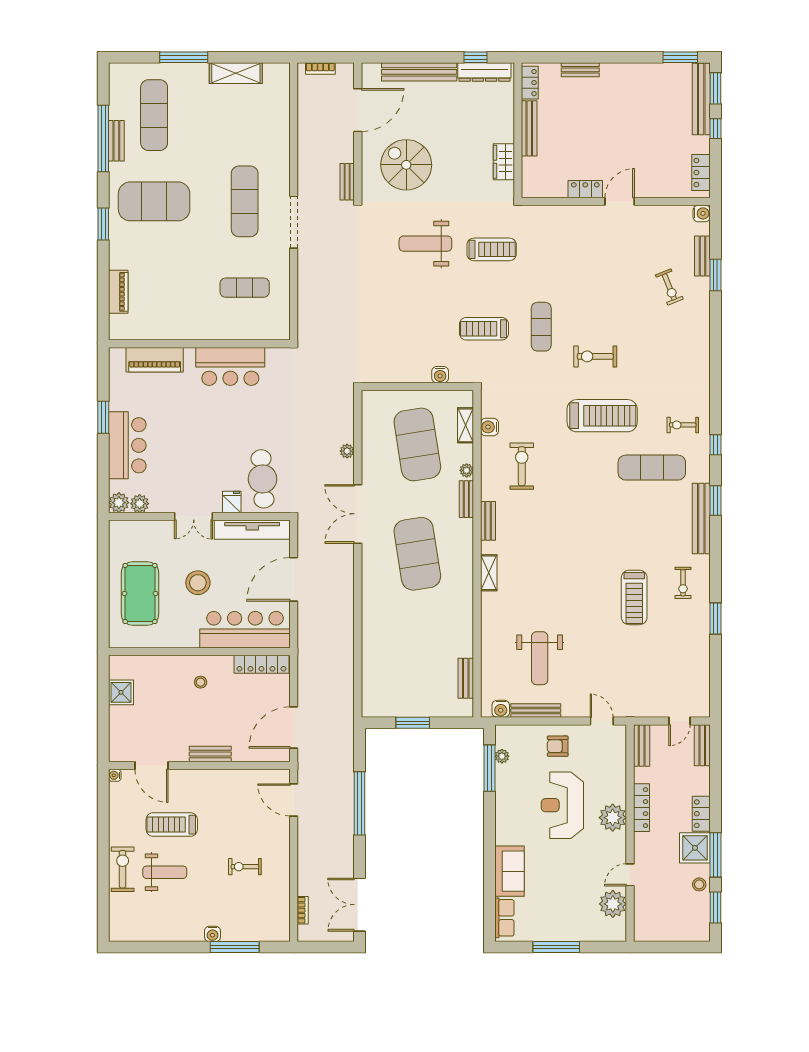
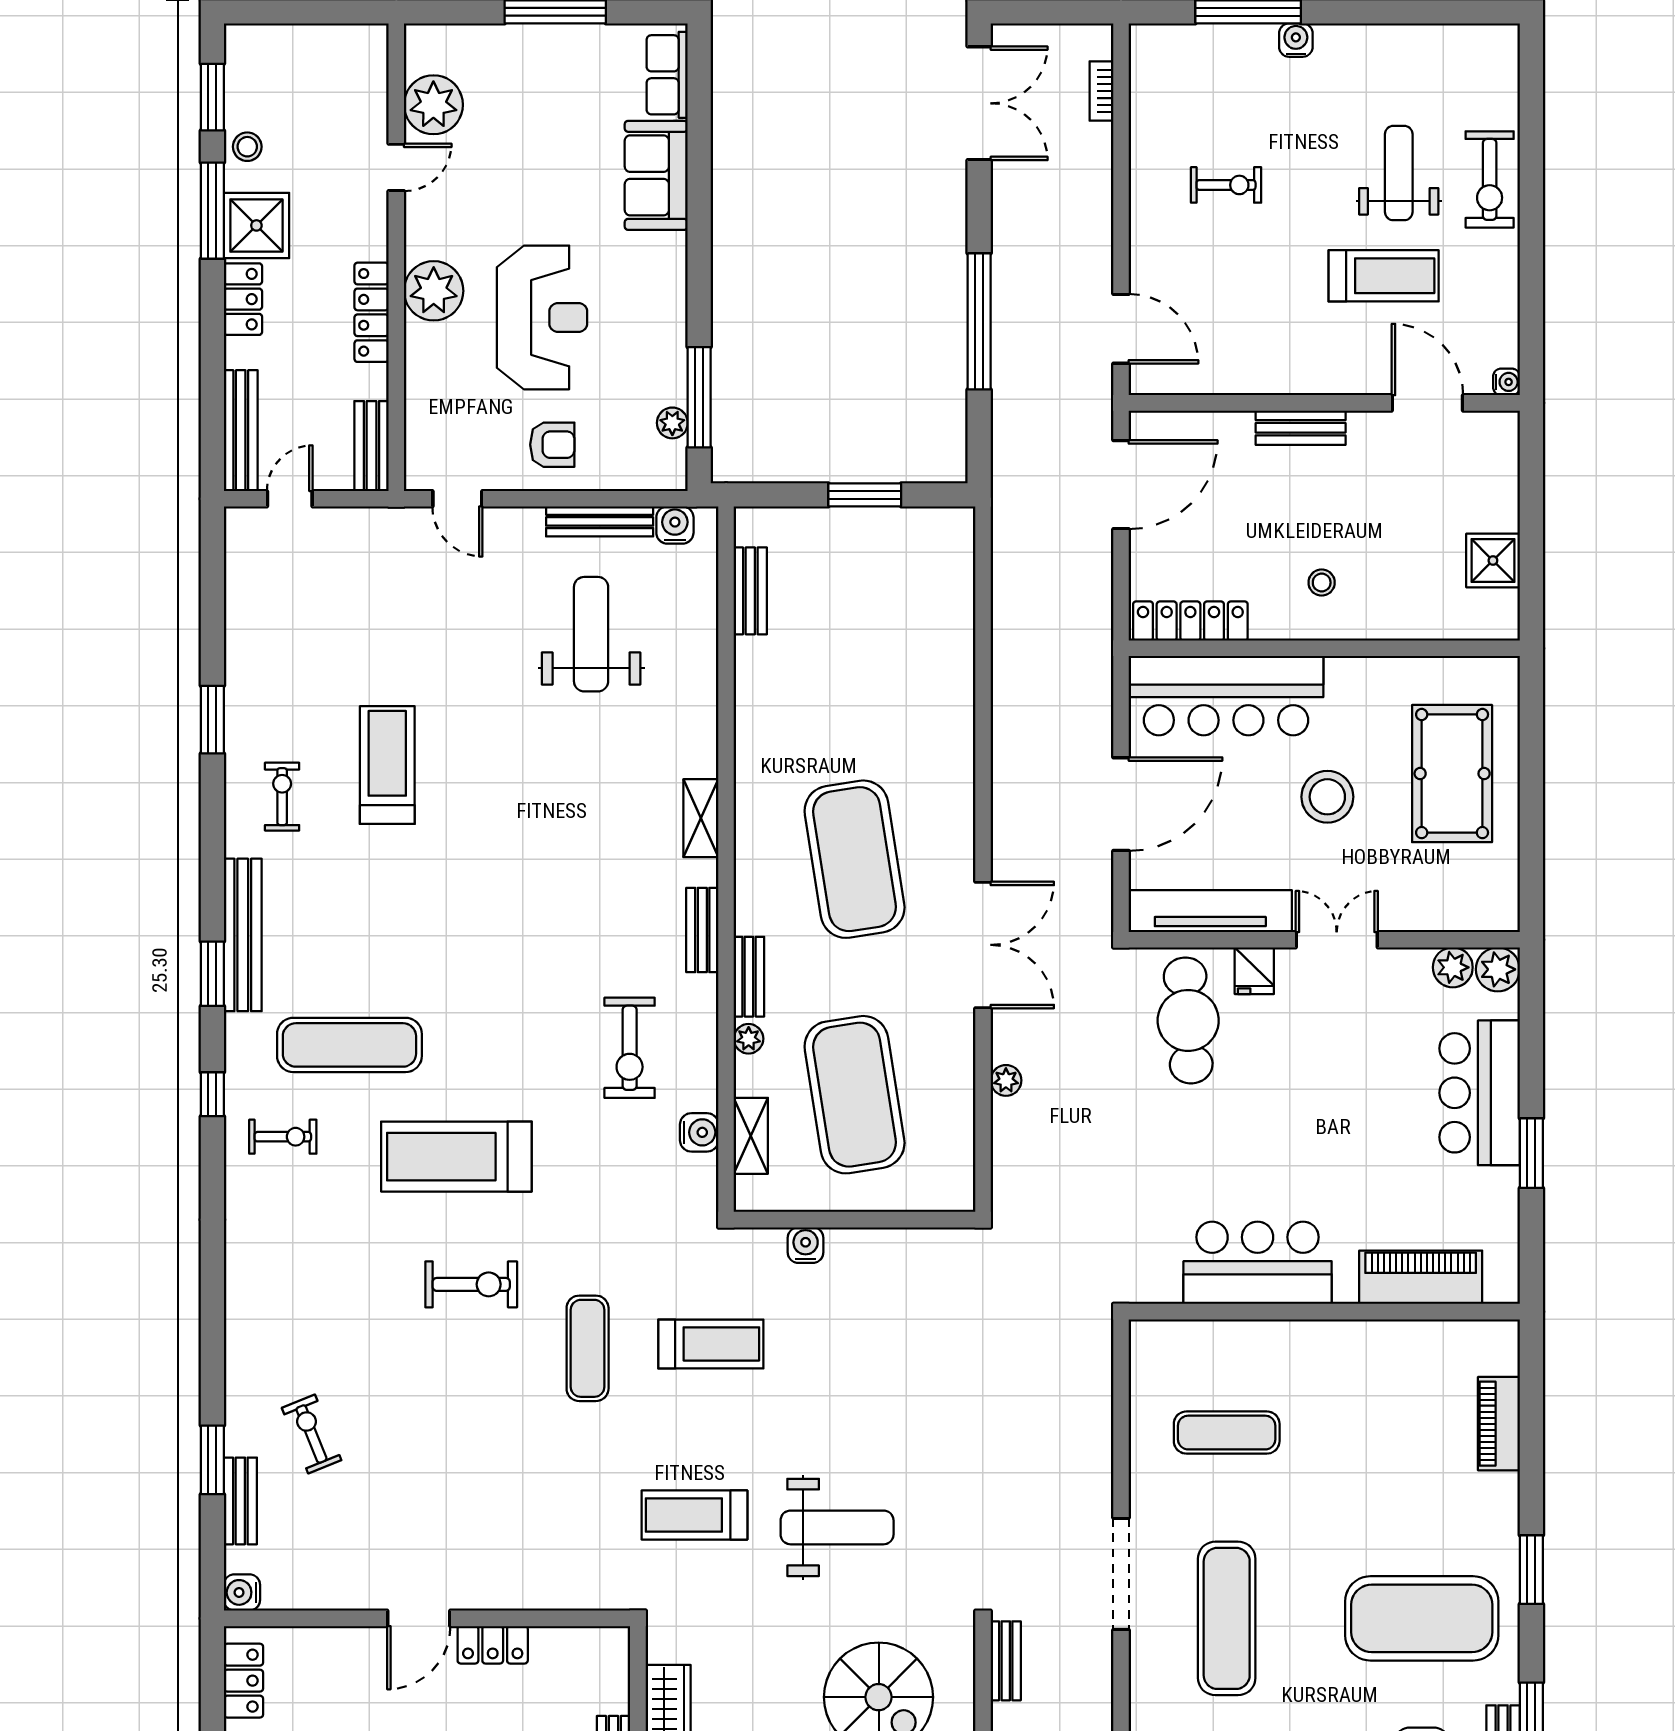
bench: (702, 745) -> (241, 431), width x1.36
weight bench: (165, 872) -> (1399, 173), turned 90

